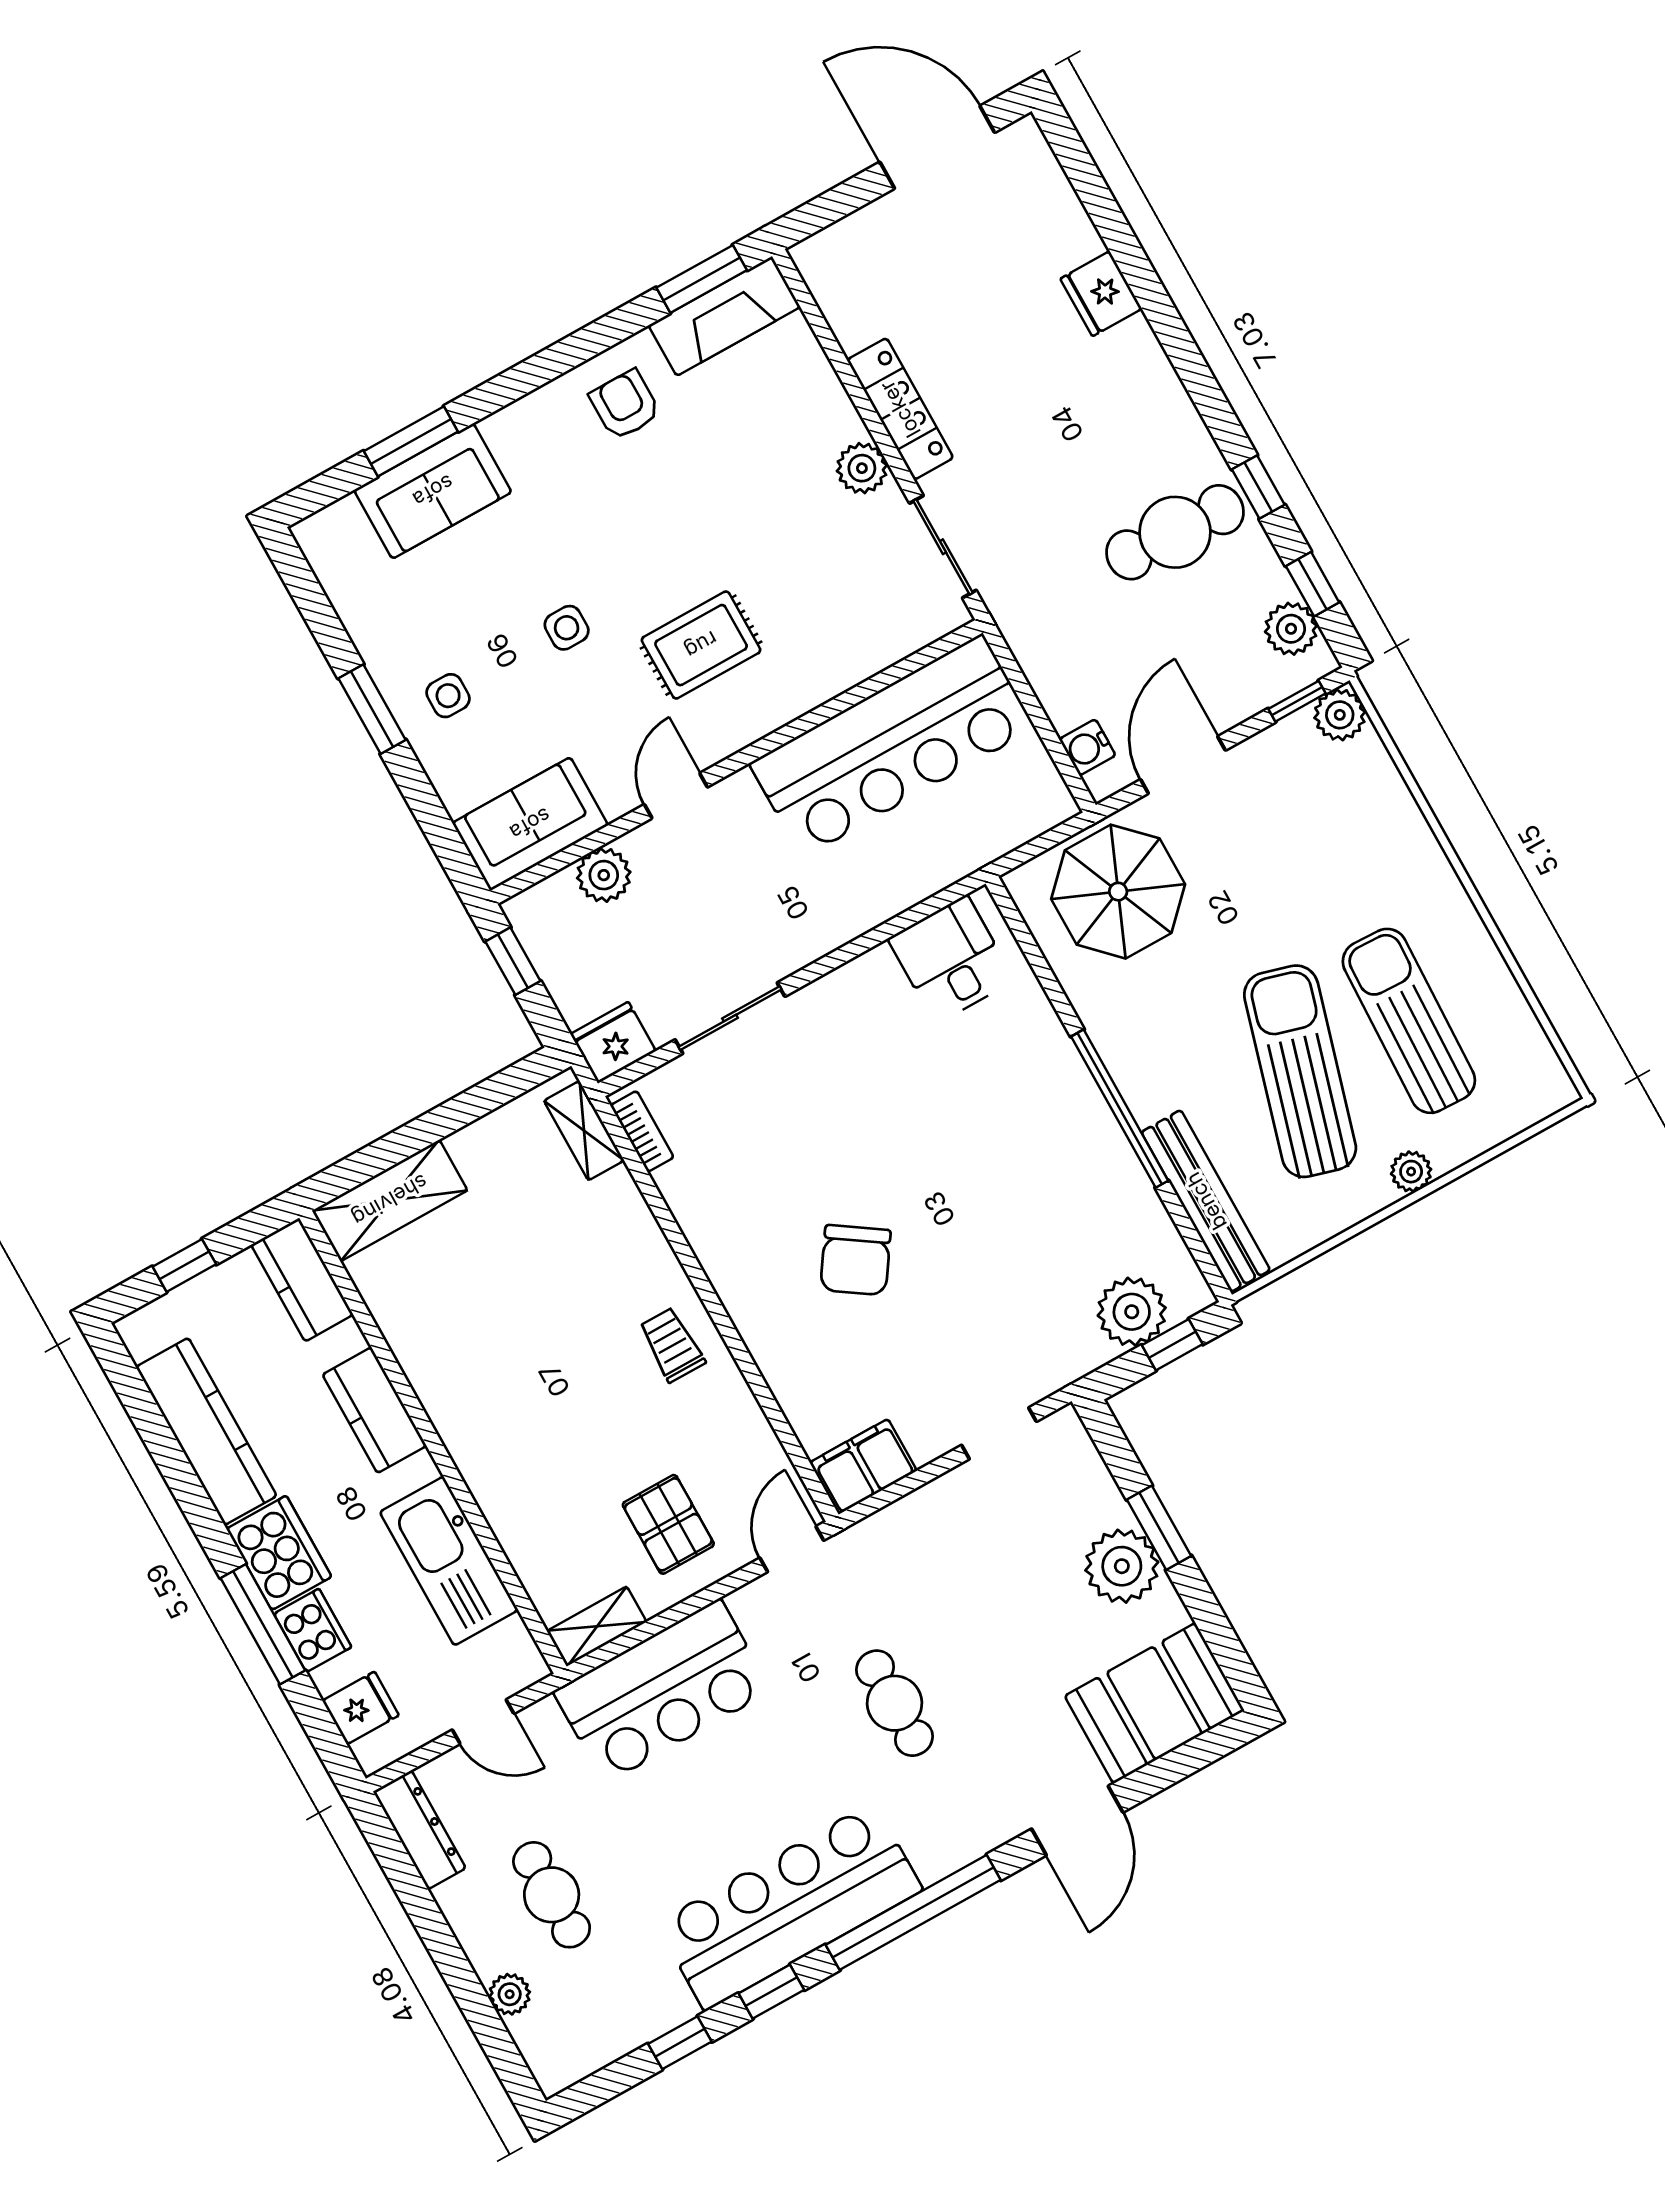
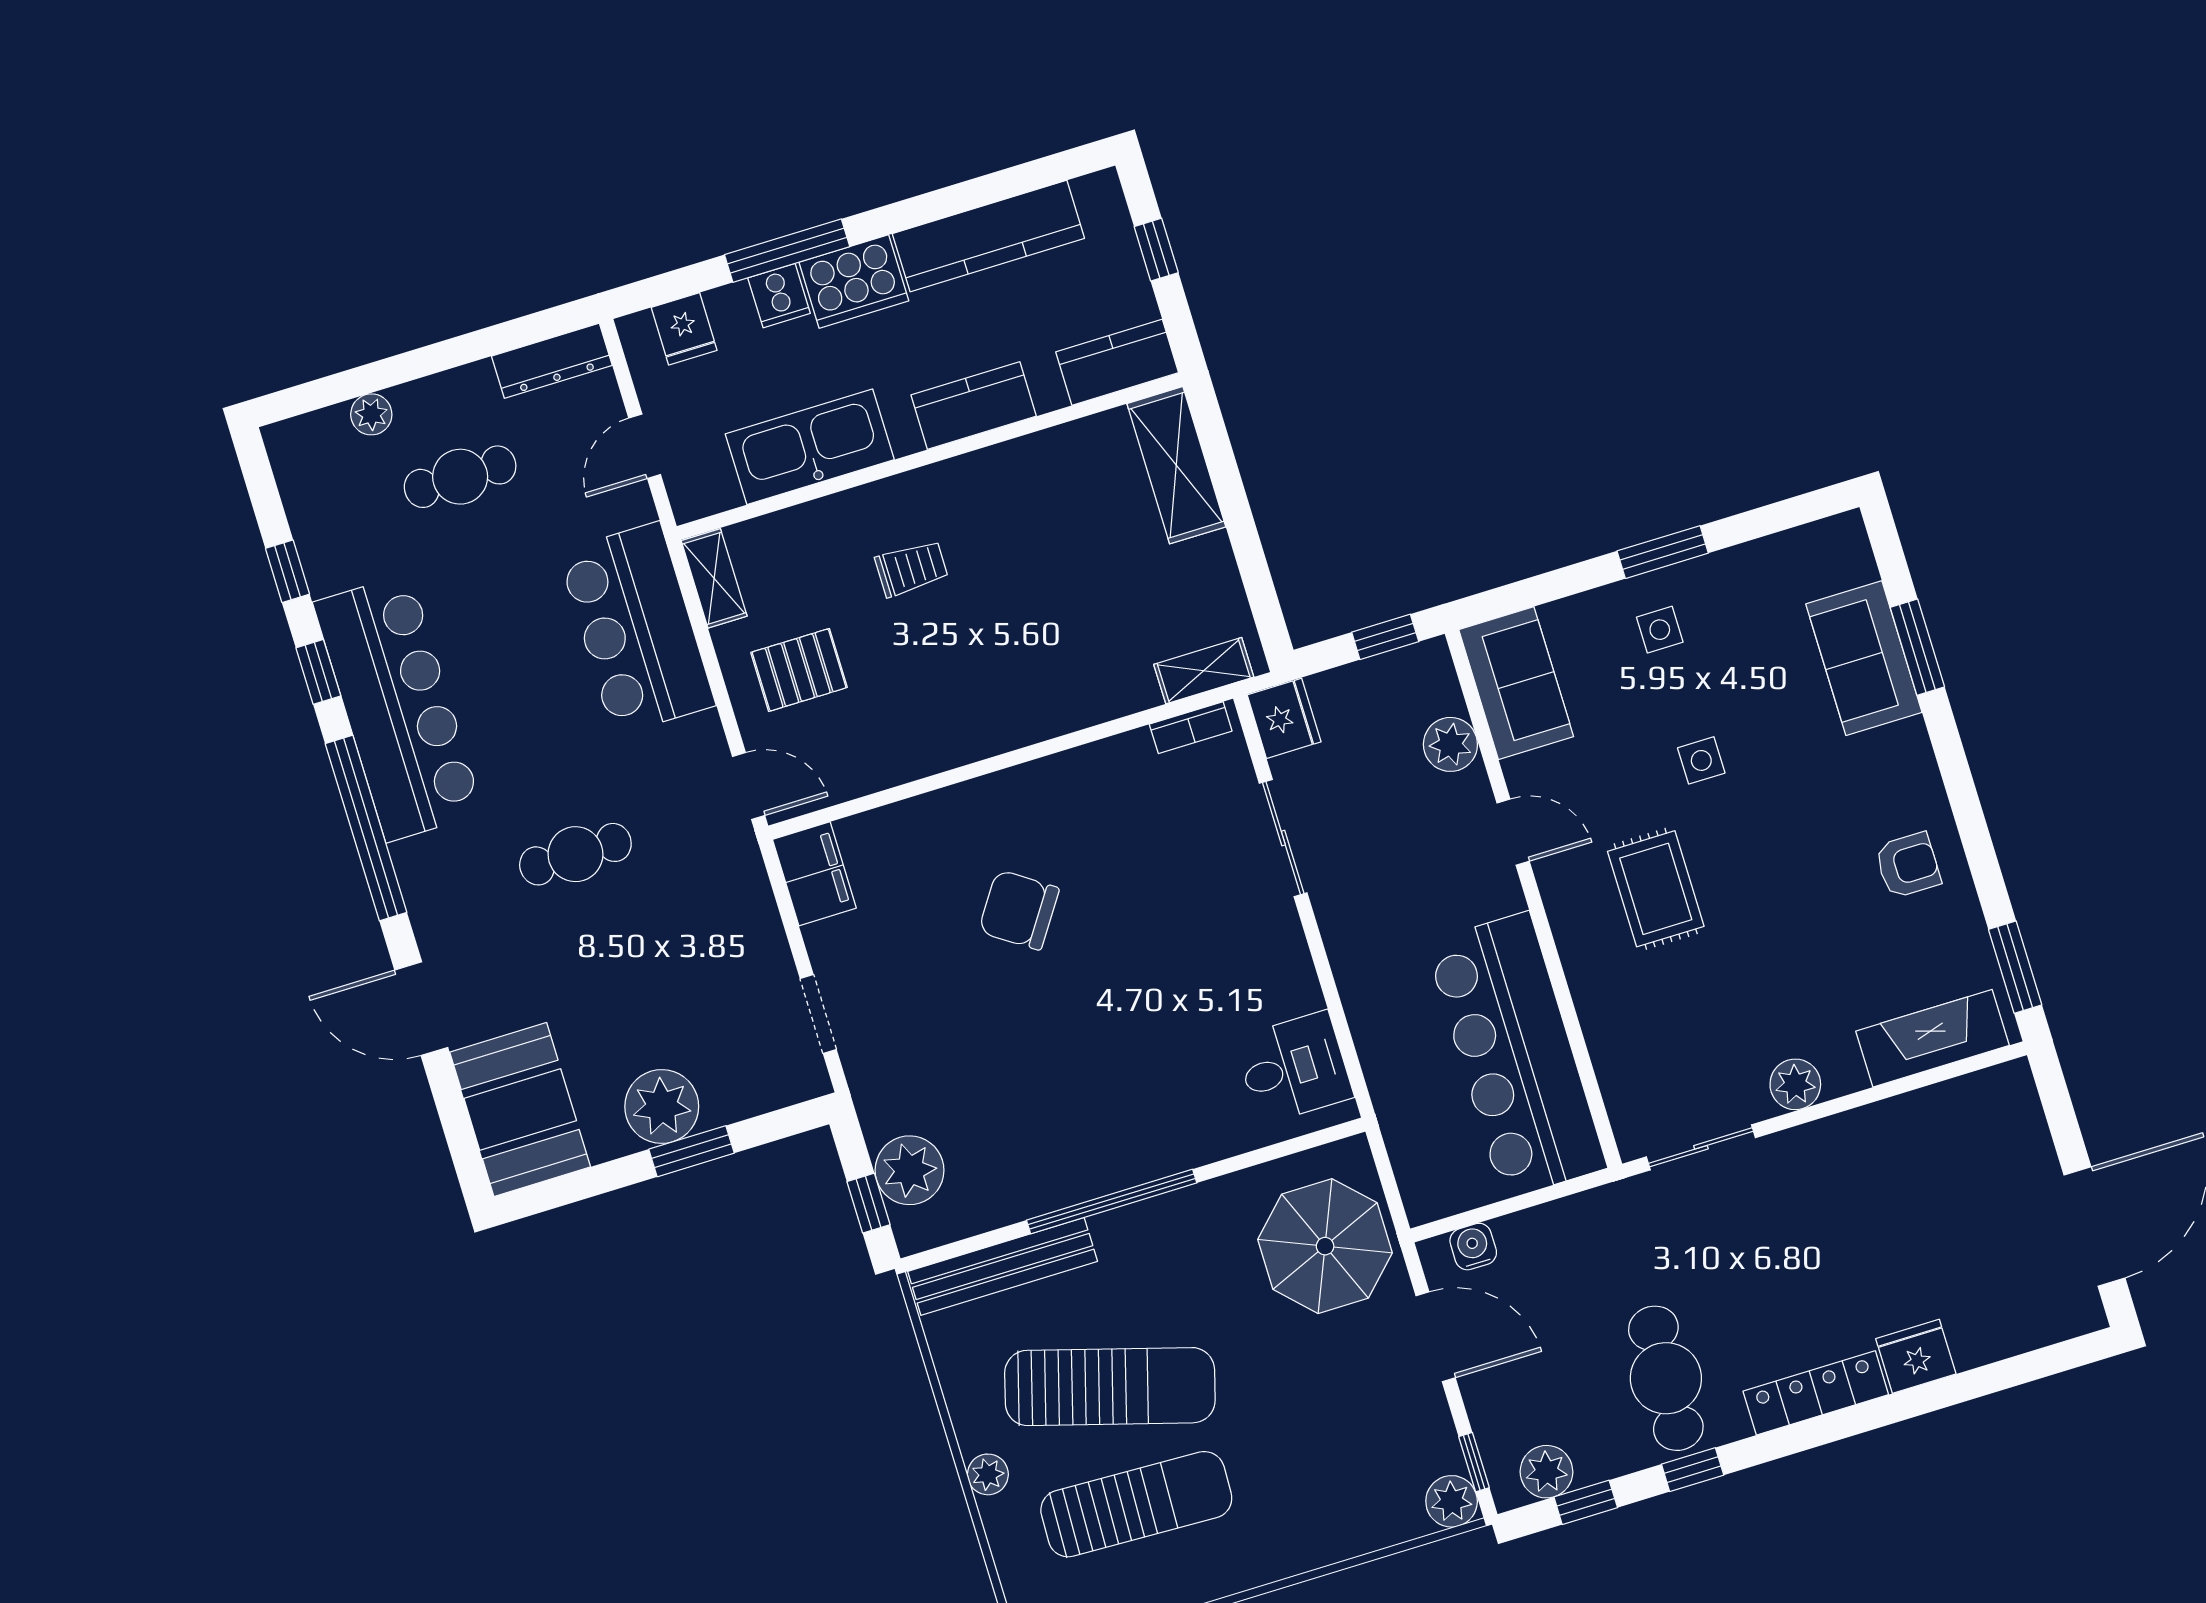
fireplace: (724, 316) -> (1932, 1038), moved, turned 90
locker: (900, 409) -> (1816, 1393), moved, turned 180
trolley: (672, 1345) -> (911, 568), moved
cooker: (313, 1630) -> (779, 296), width x0.73

